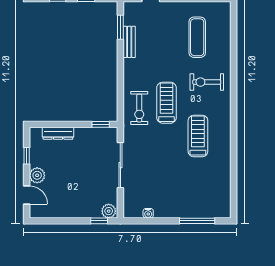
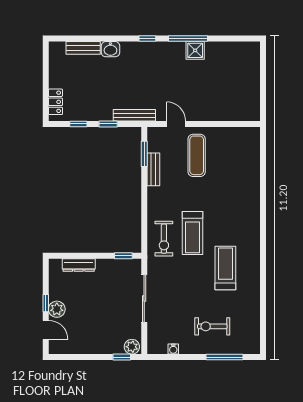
exercise mat: (197, 37) -> (197, 155), moved
exercise bike: (207, 82) -> (212, 326), moved
treadmill: (167, 103) -> (193, 233), turned 180
window: (27, 156) -> (46, 303), moved

